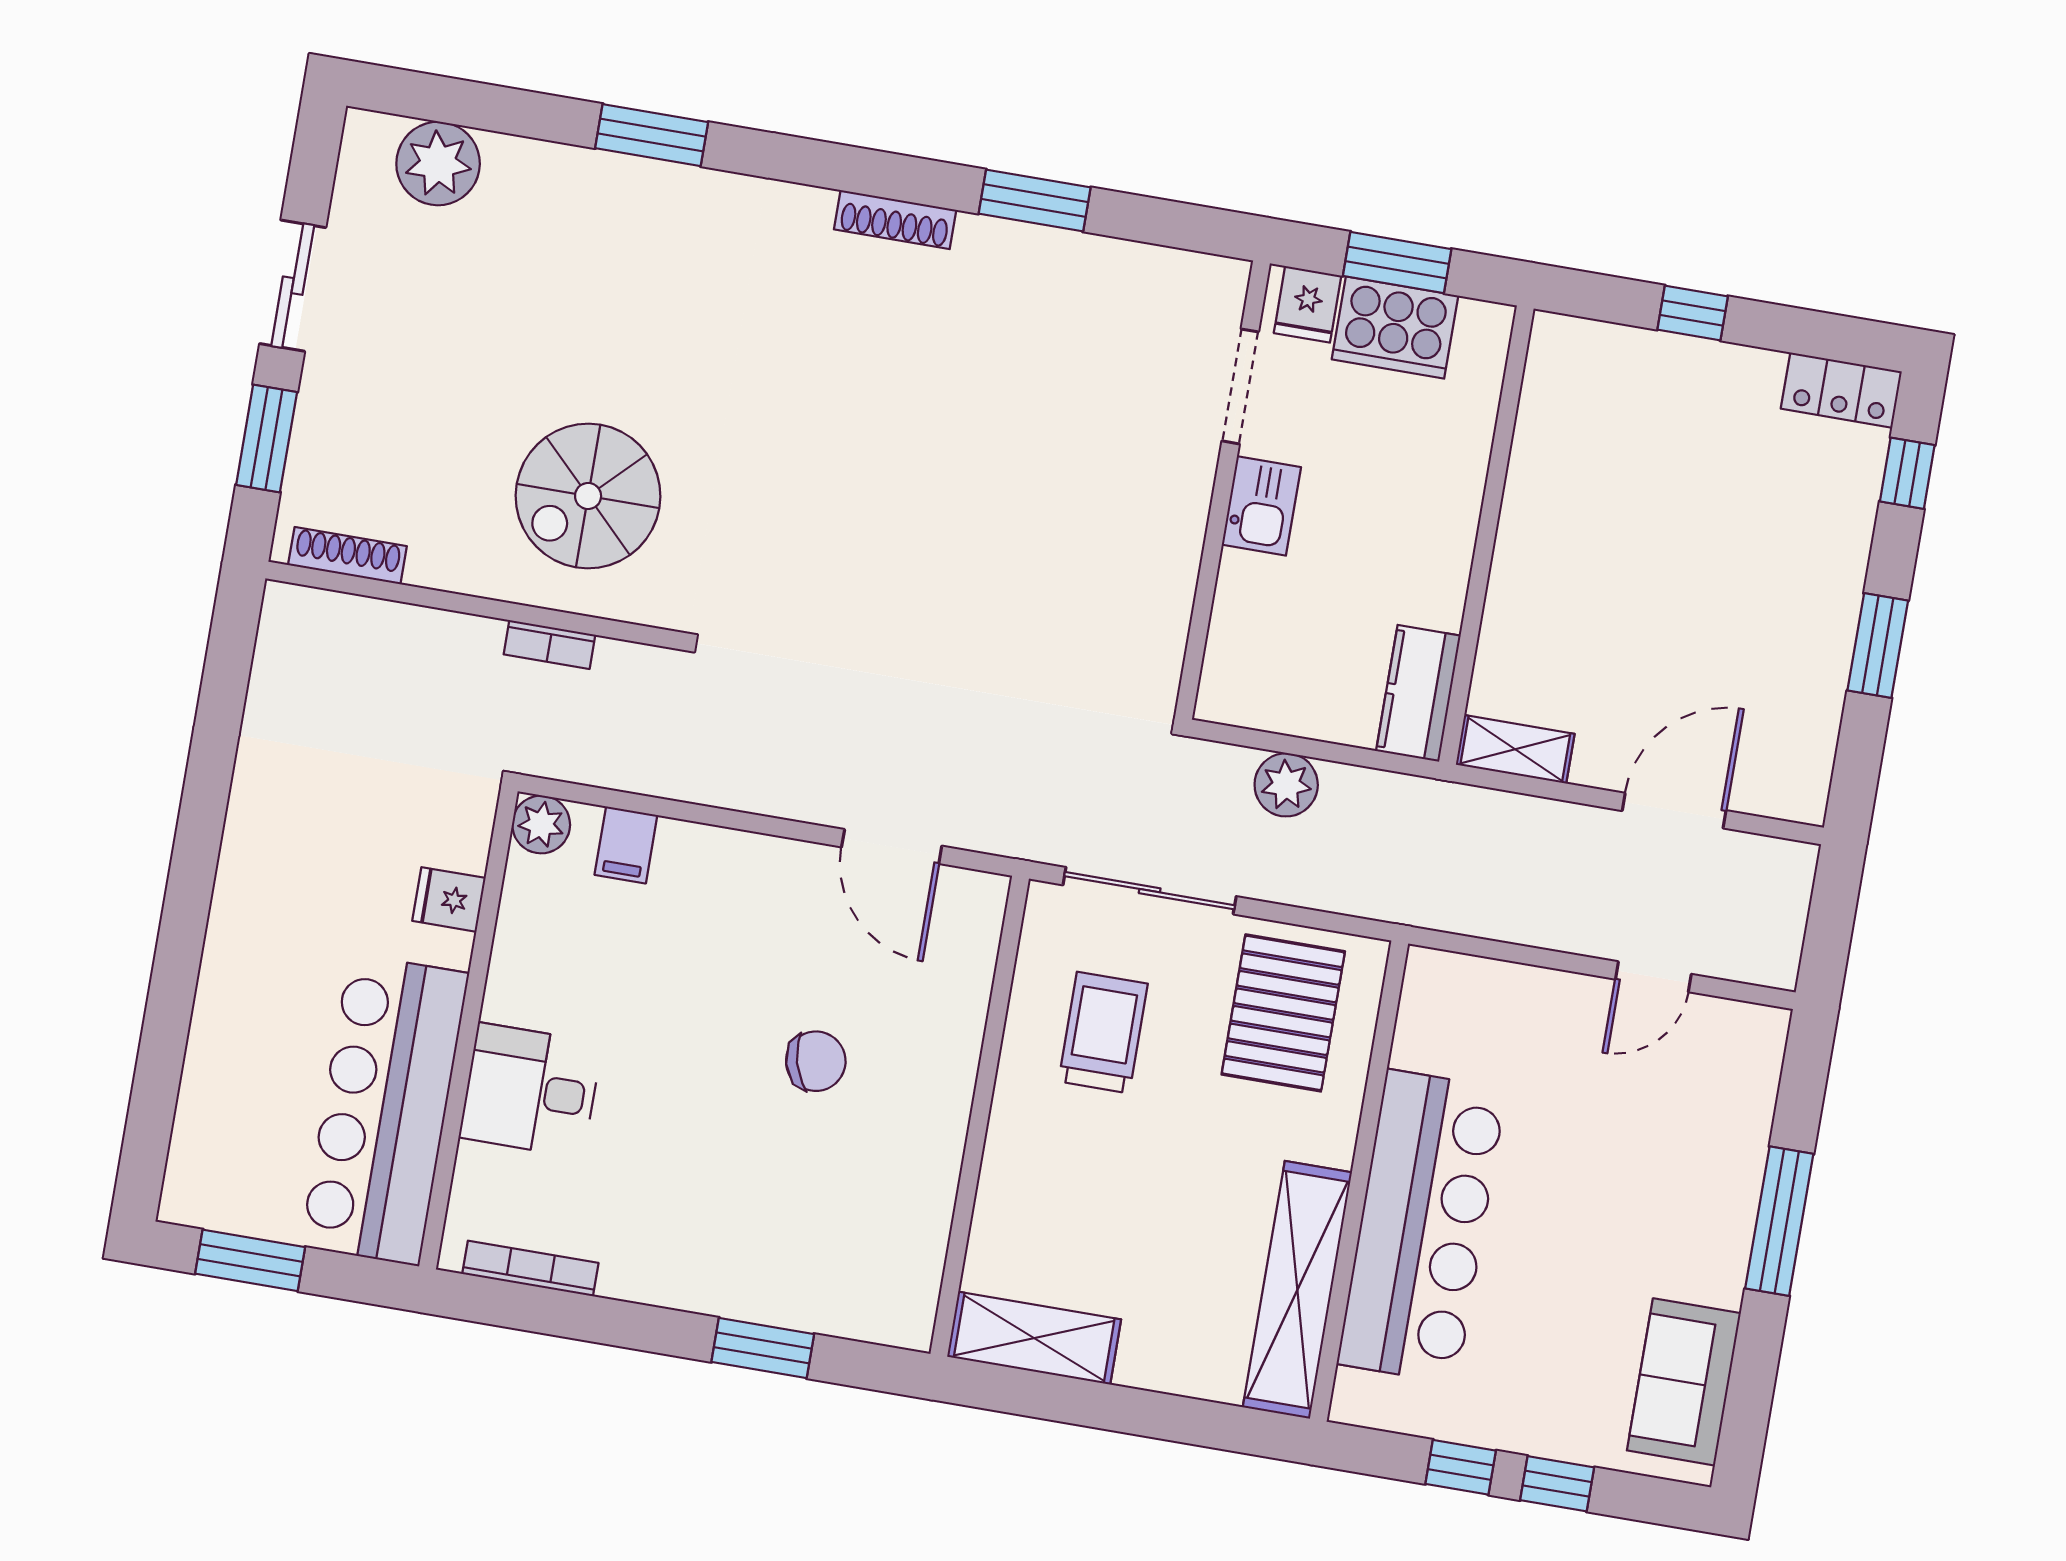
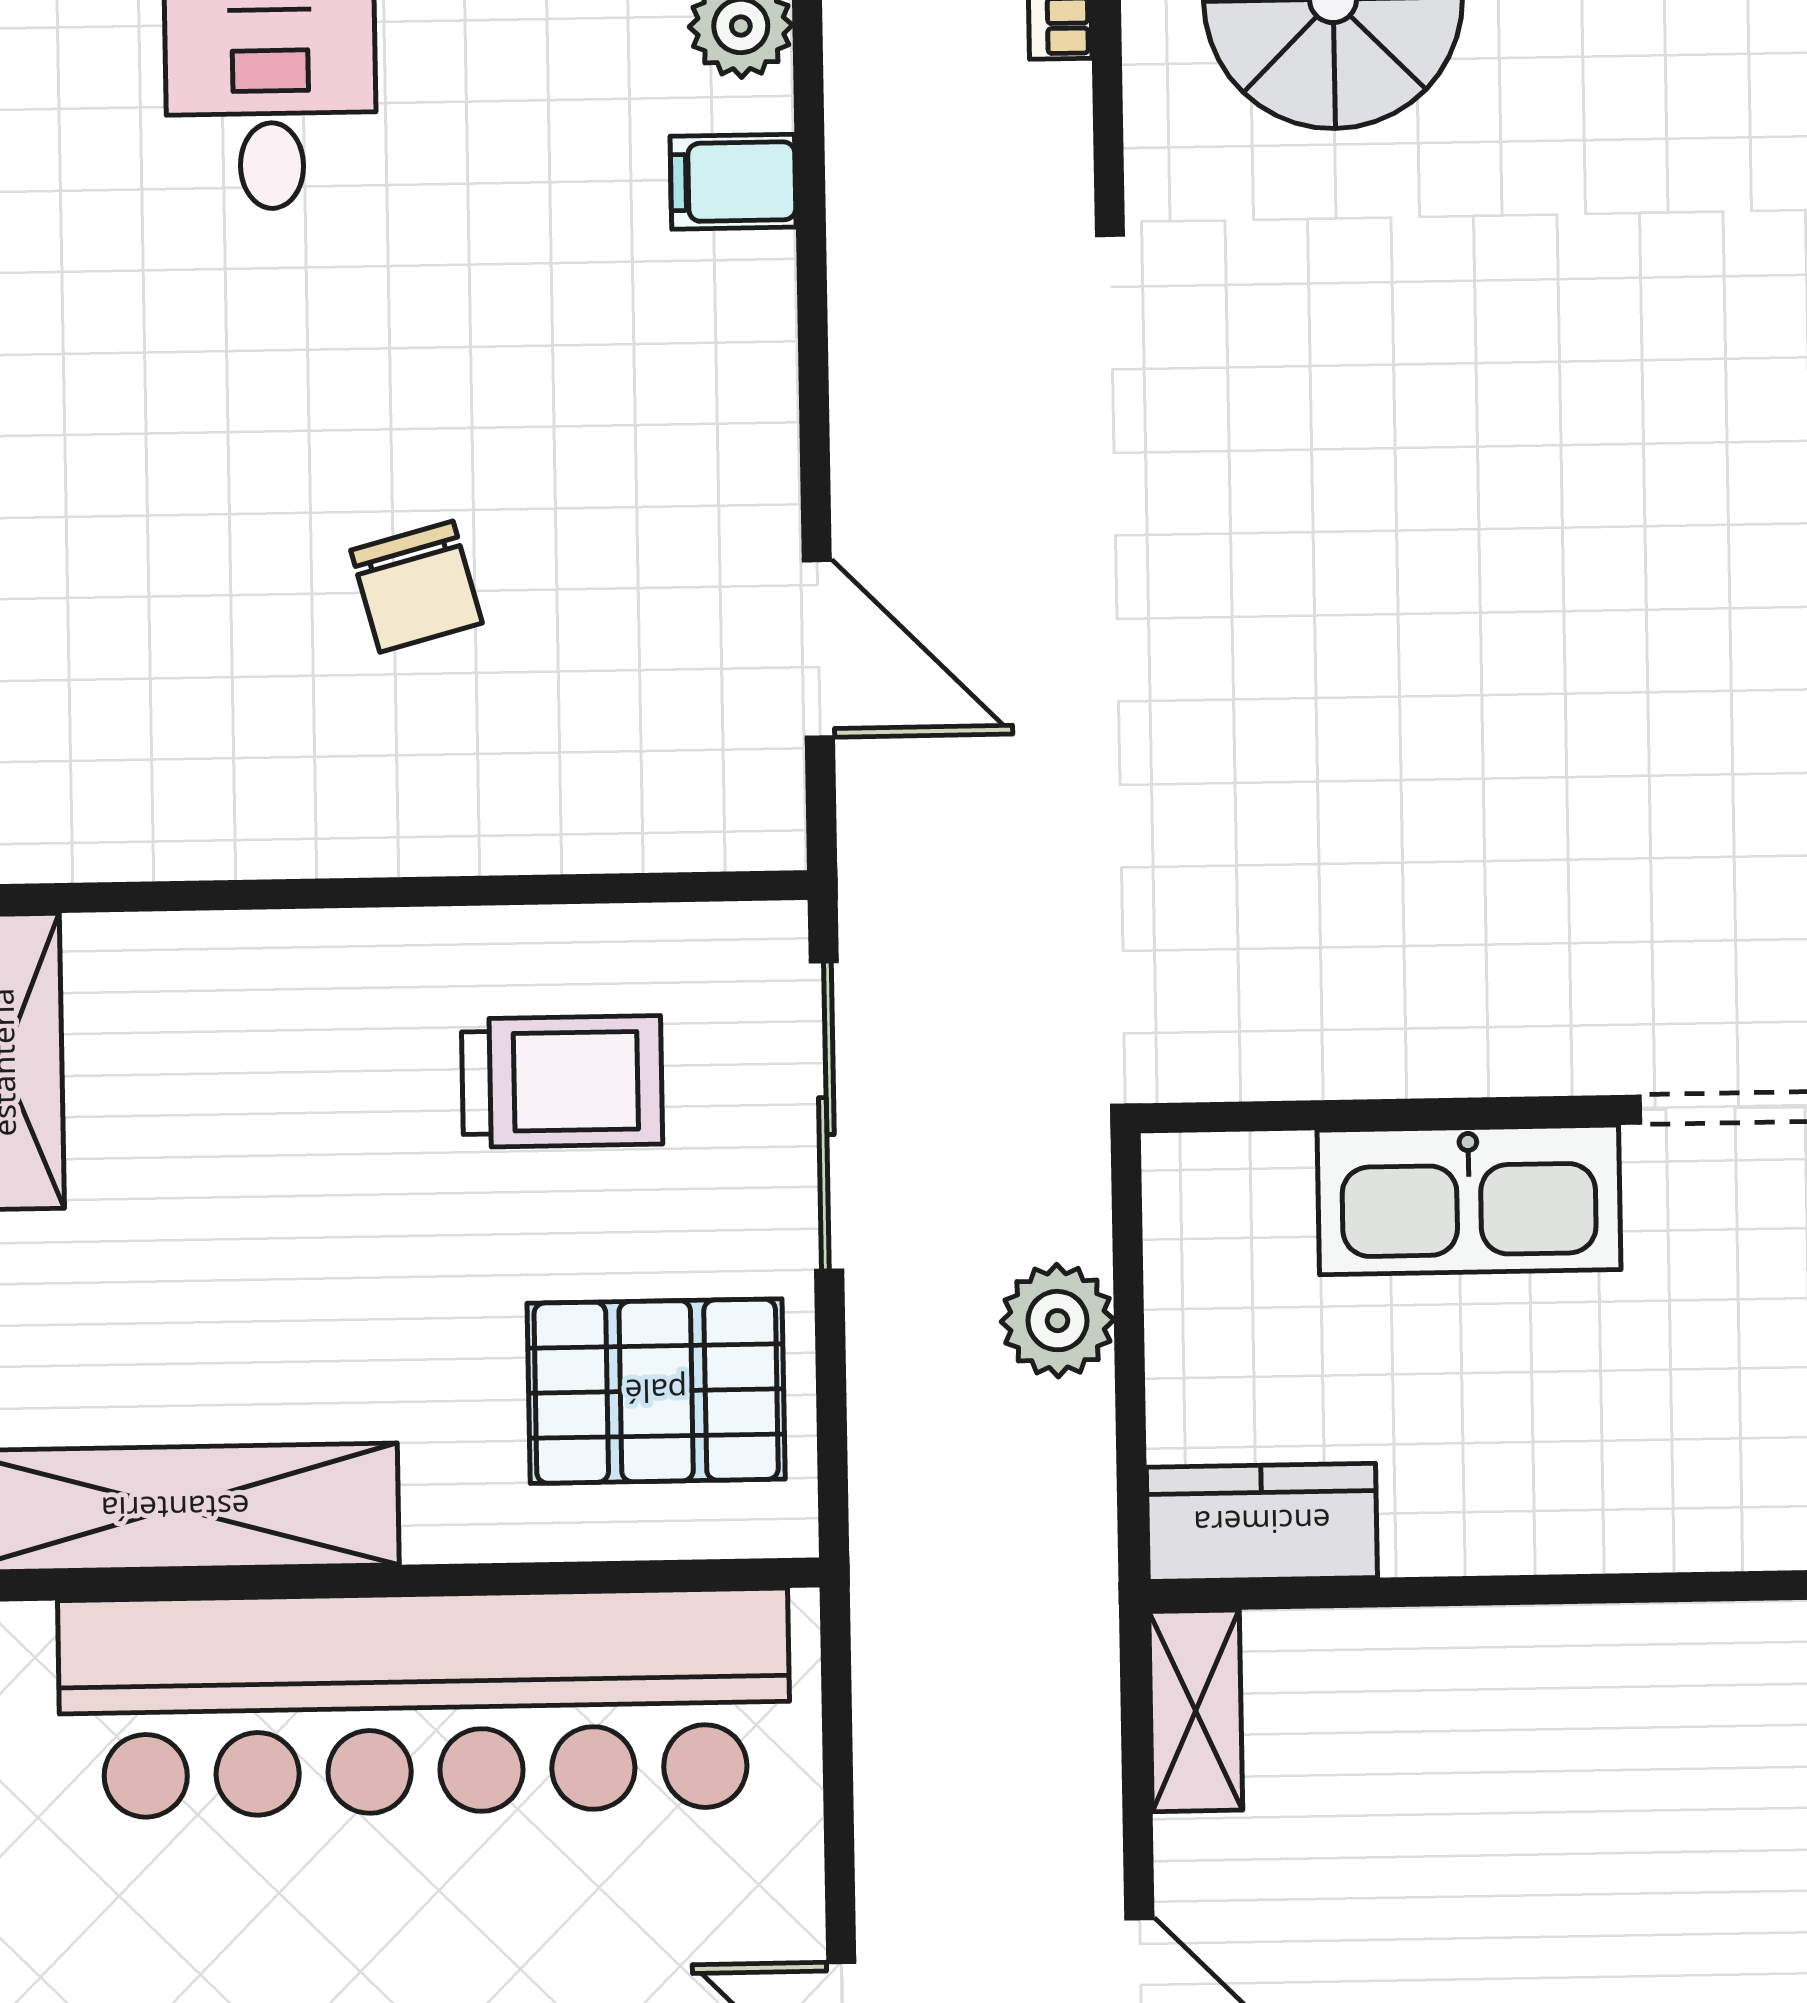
kitchen sink: (1261, 506) -> (1469, 1200), width x1.87, depth x1.24
door: (892, 847) -> (818, 649), swing flipped
bar counter: (1422, 1227) -> (424, 1703), width x1.36

